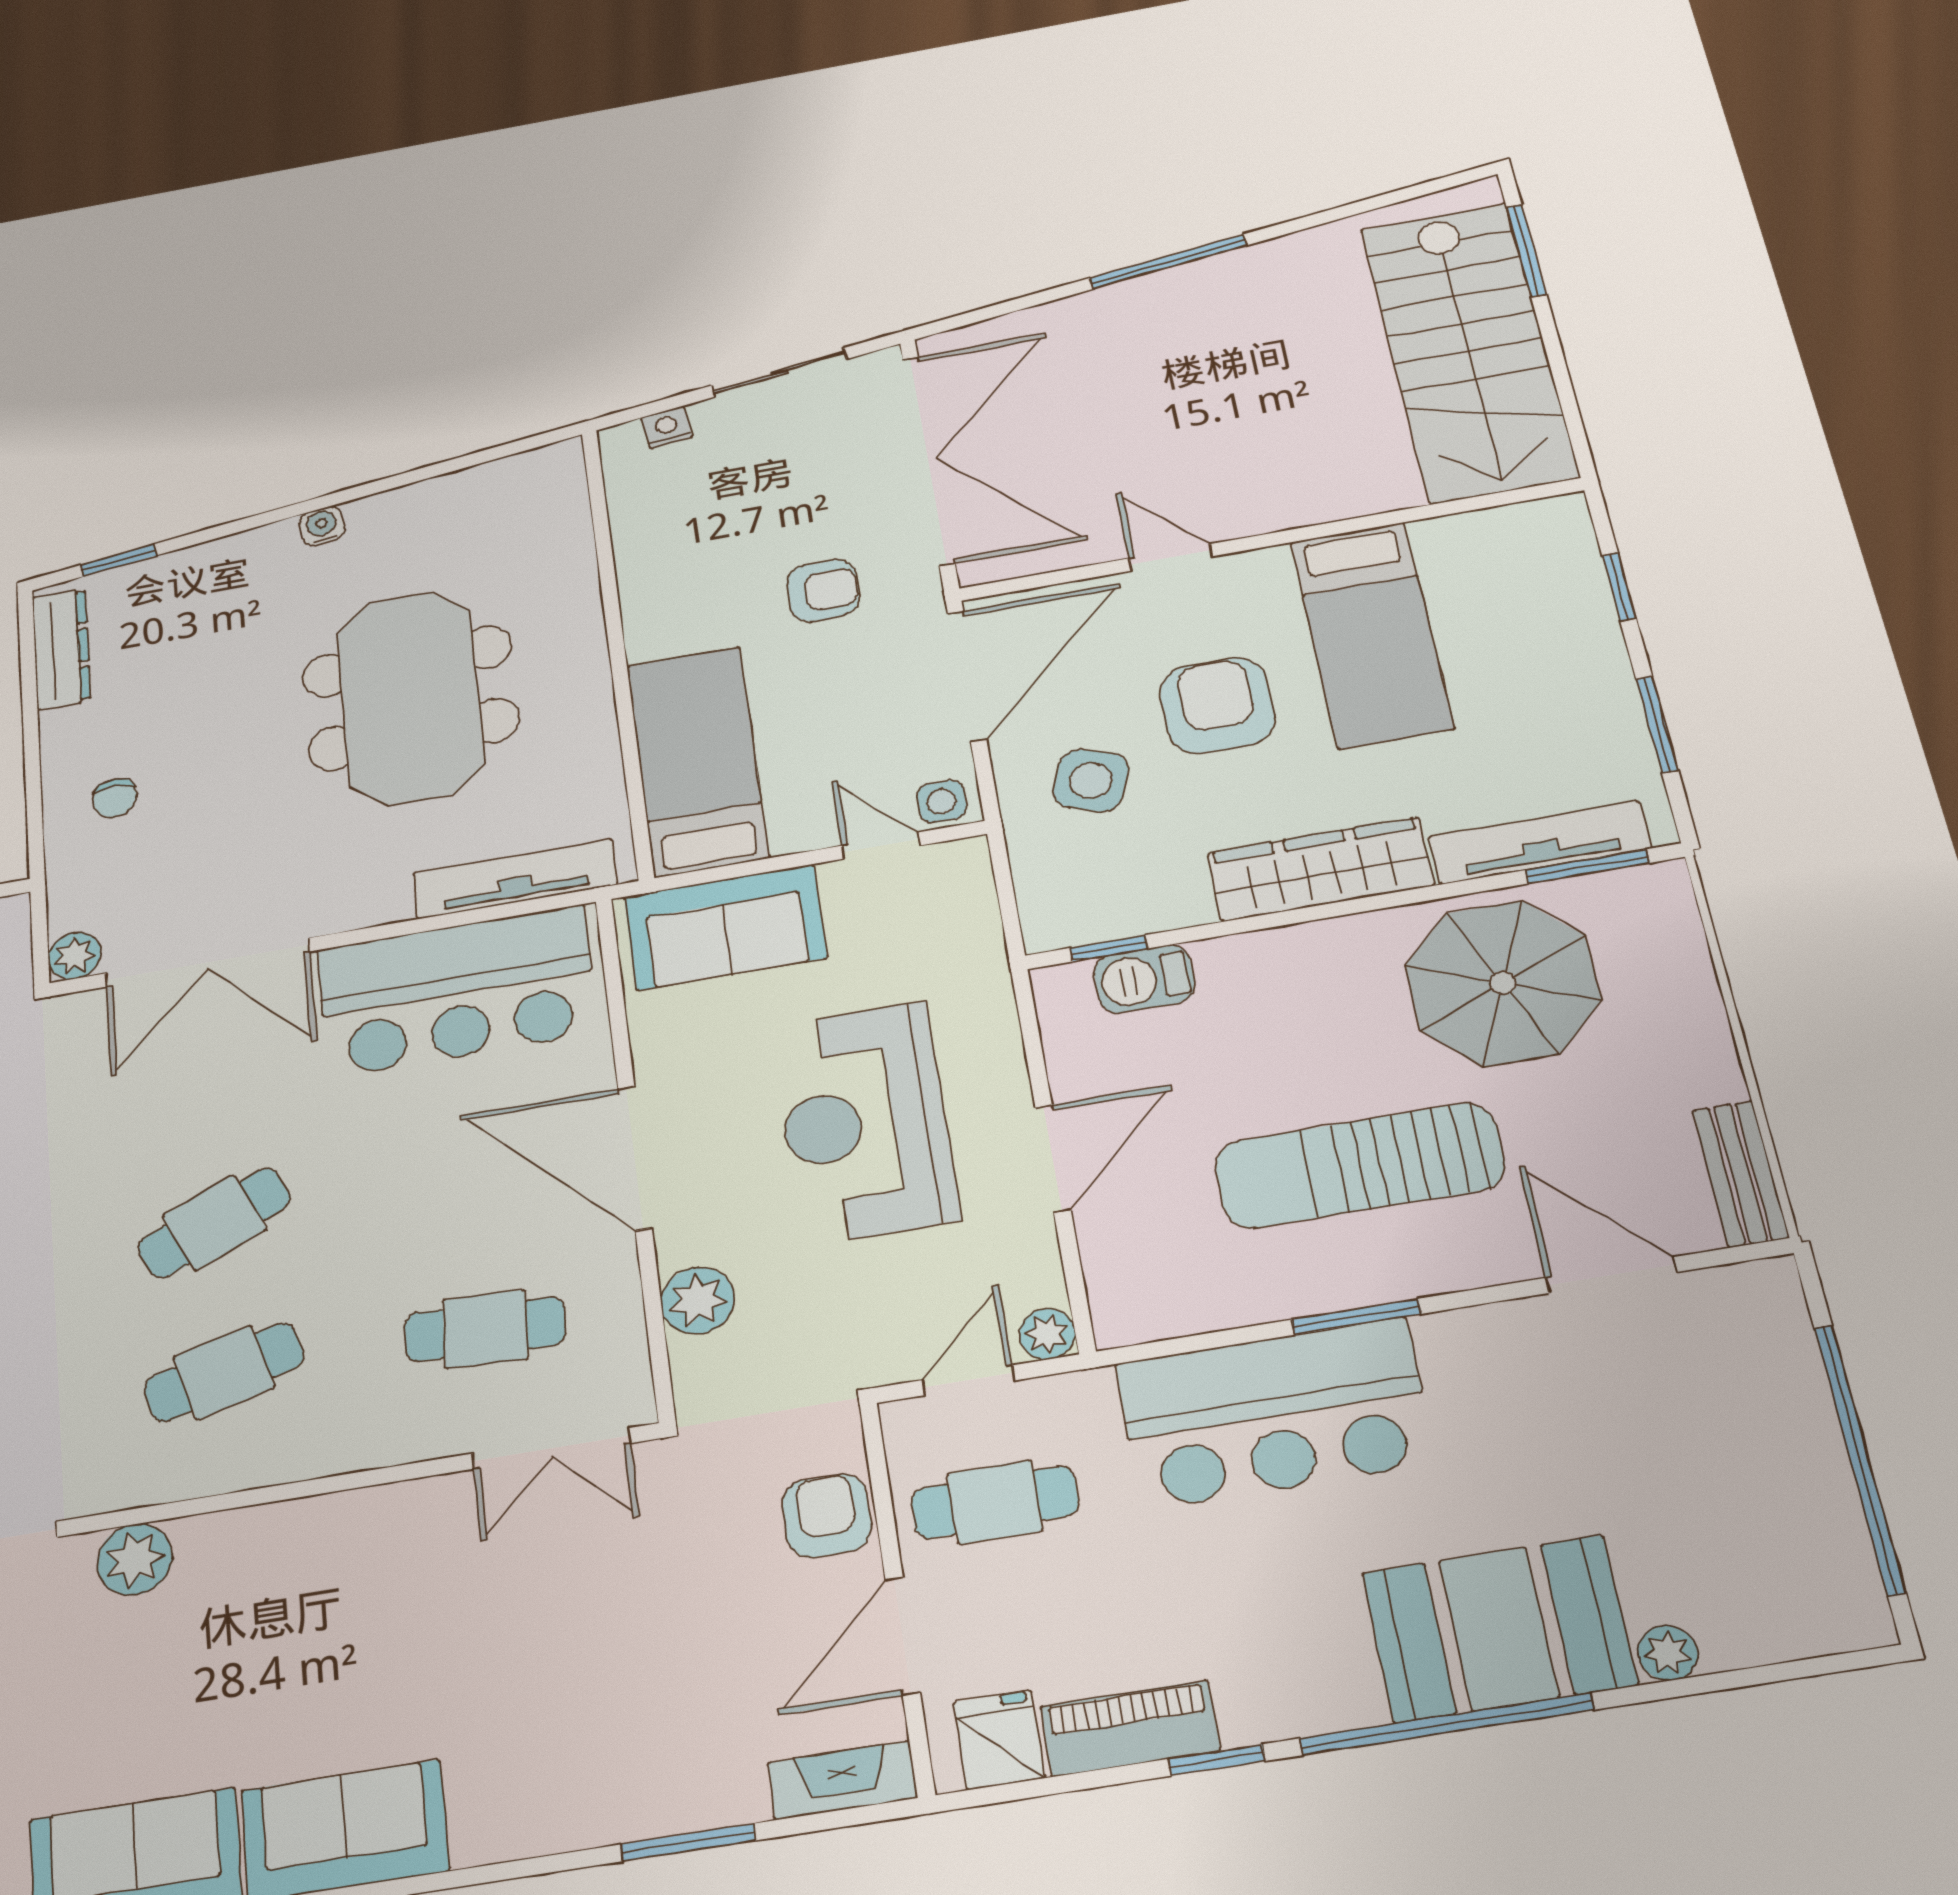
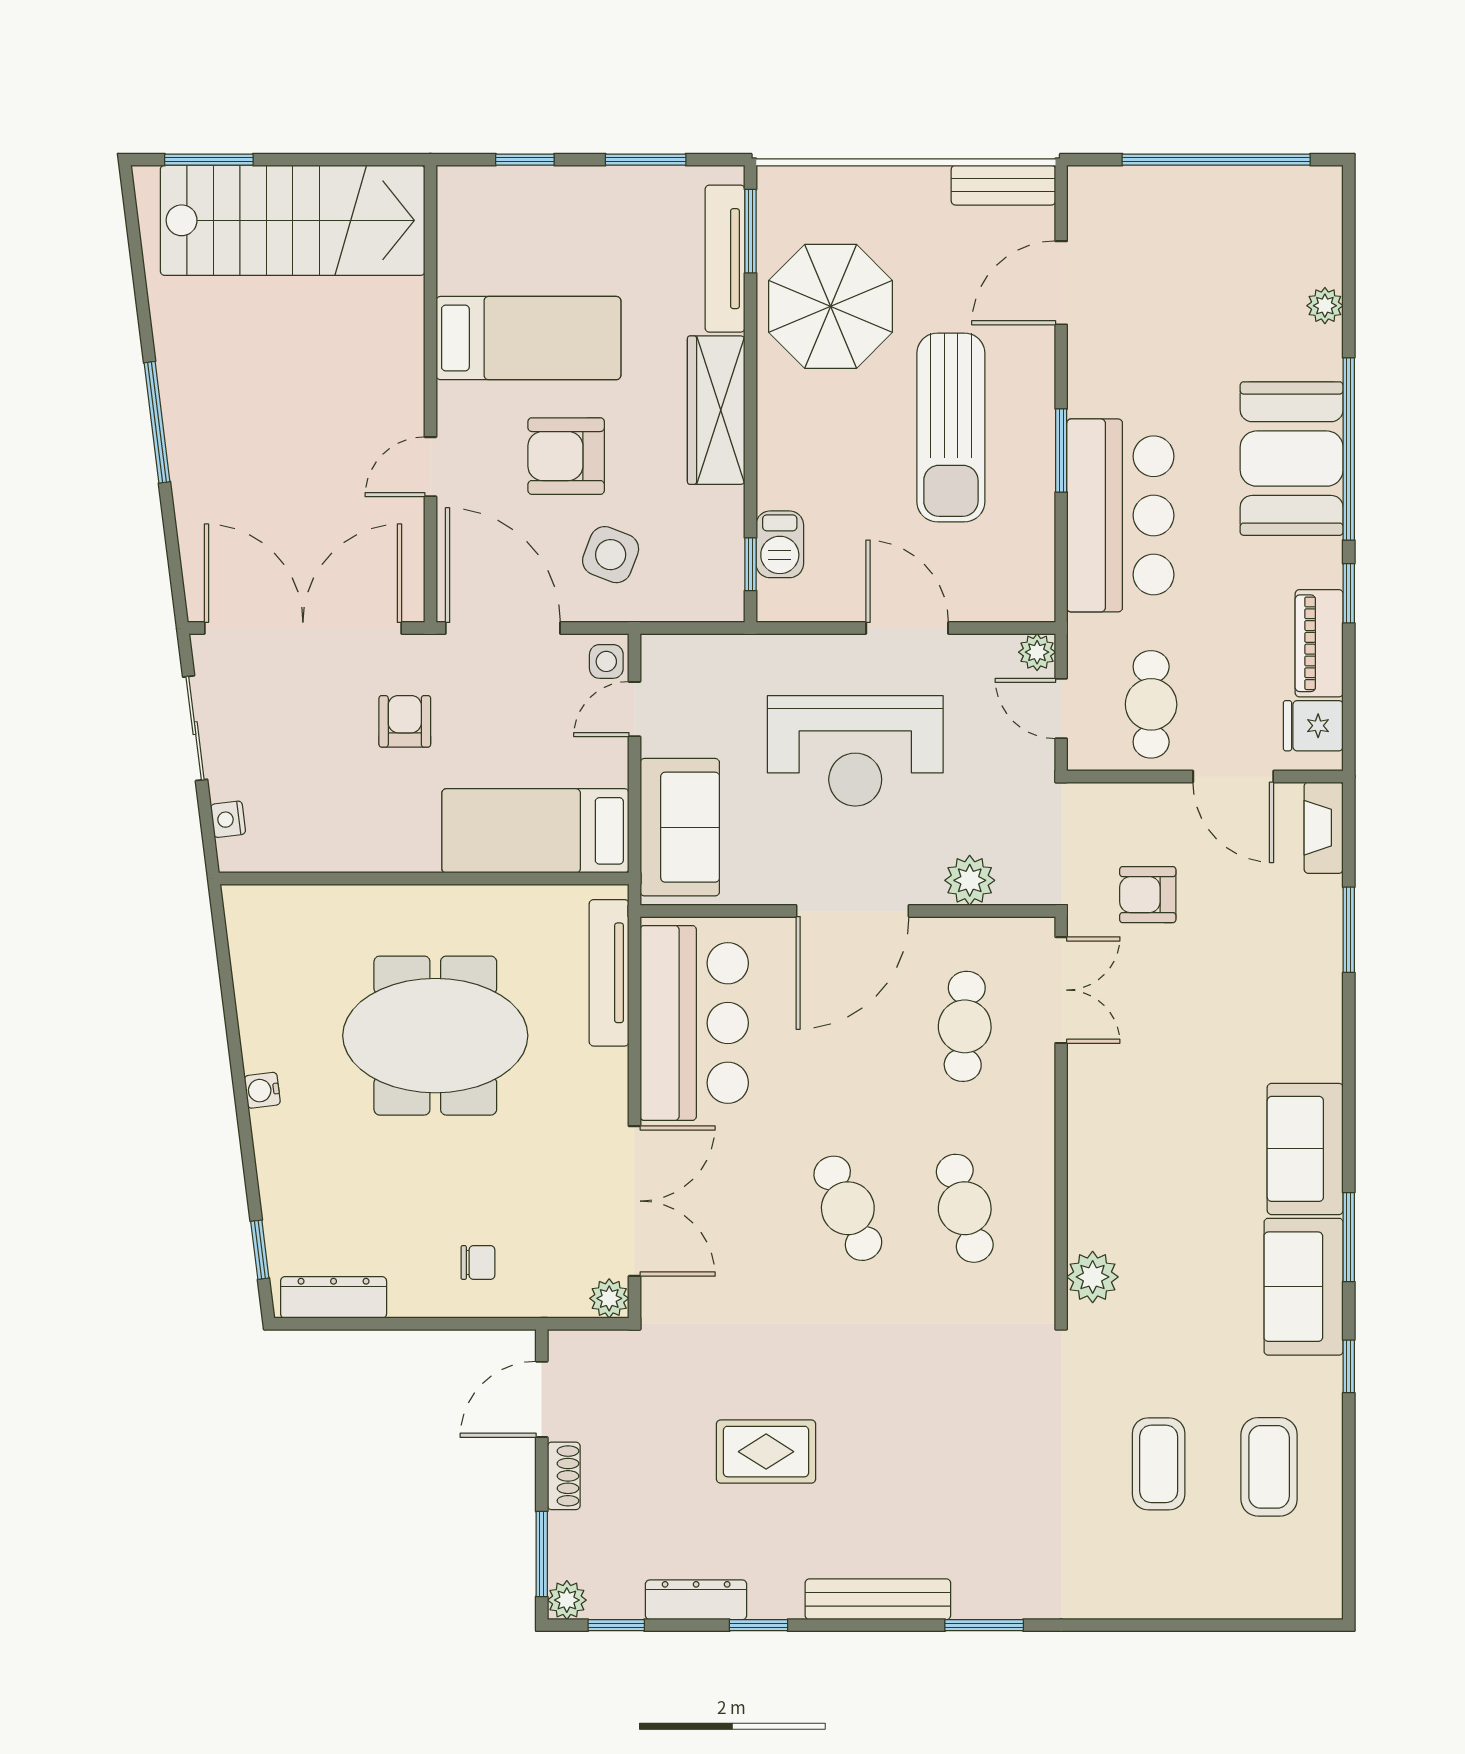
armchair: (827, 1515) -> (1148, 895), moved
booth: (1499, 1629) -> (1292, 459), moved

